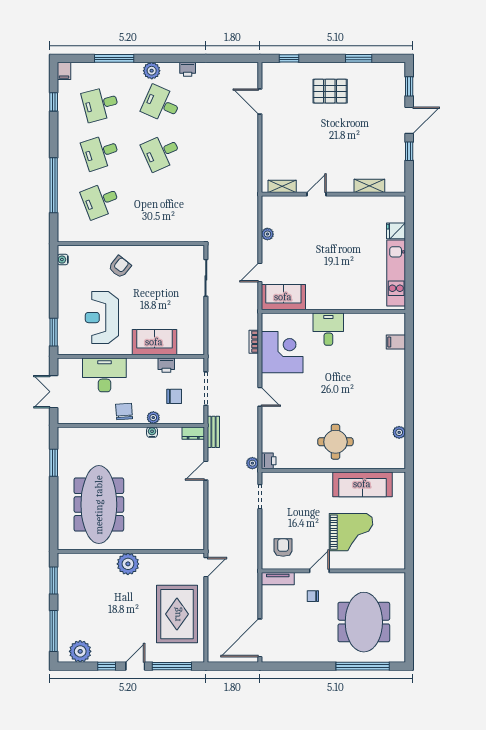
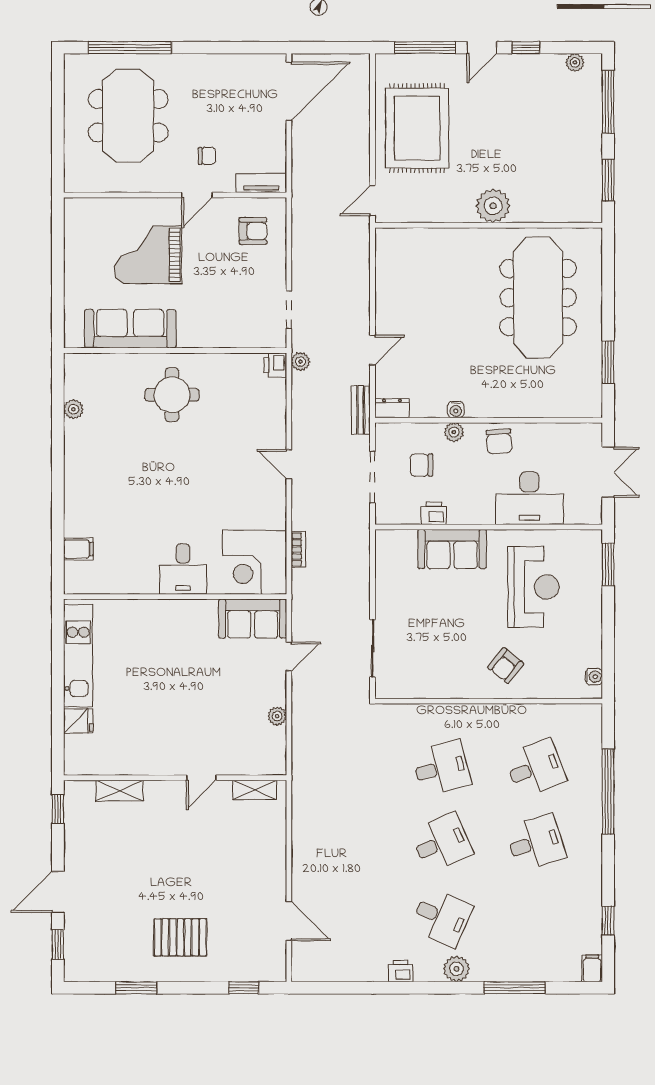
desk: (100, 104) -> (441, 768), moved
window: (409, 151) -> (58, 809), moved
corner desk: (282, 352) -> (255, 562), moved
armchair: (283, 548) -> (253, 231), turned -90
plant: (80, 651) -> (575, 62), width x0.53, depth x0.53

